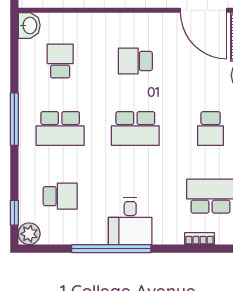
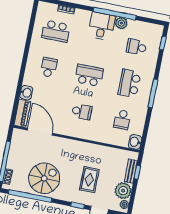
school desk: (60, 129) -> (129, 83), turned -90
plant: (29, 234) -> (121, 23), moved

